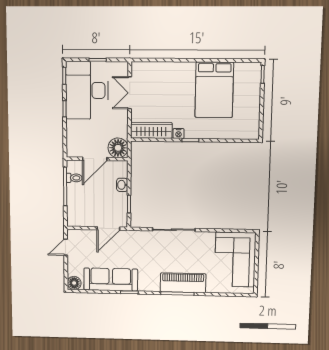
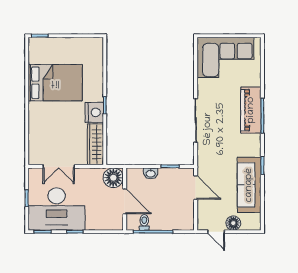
nightstand: (179, 133) -> (94, 112), width x1.89, depth x1.79
floor lamp: (74, 283) -> (233, 223), moved

